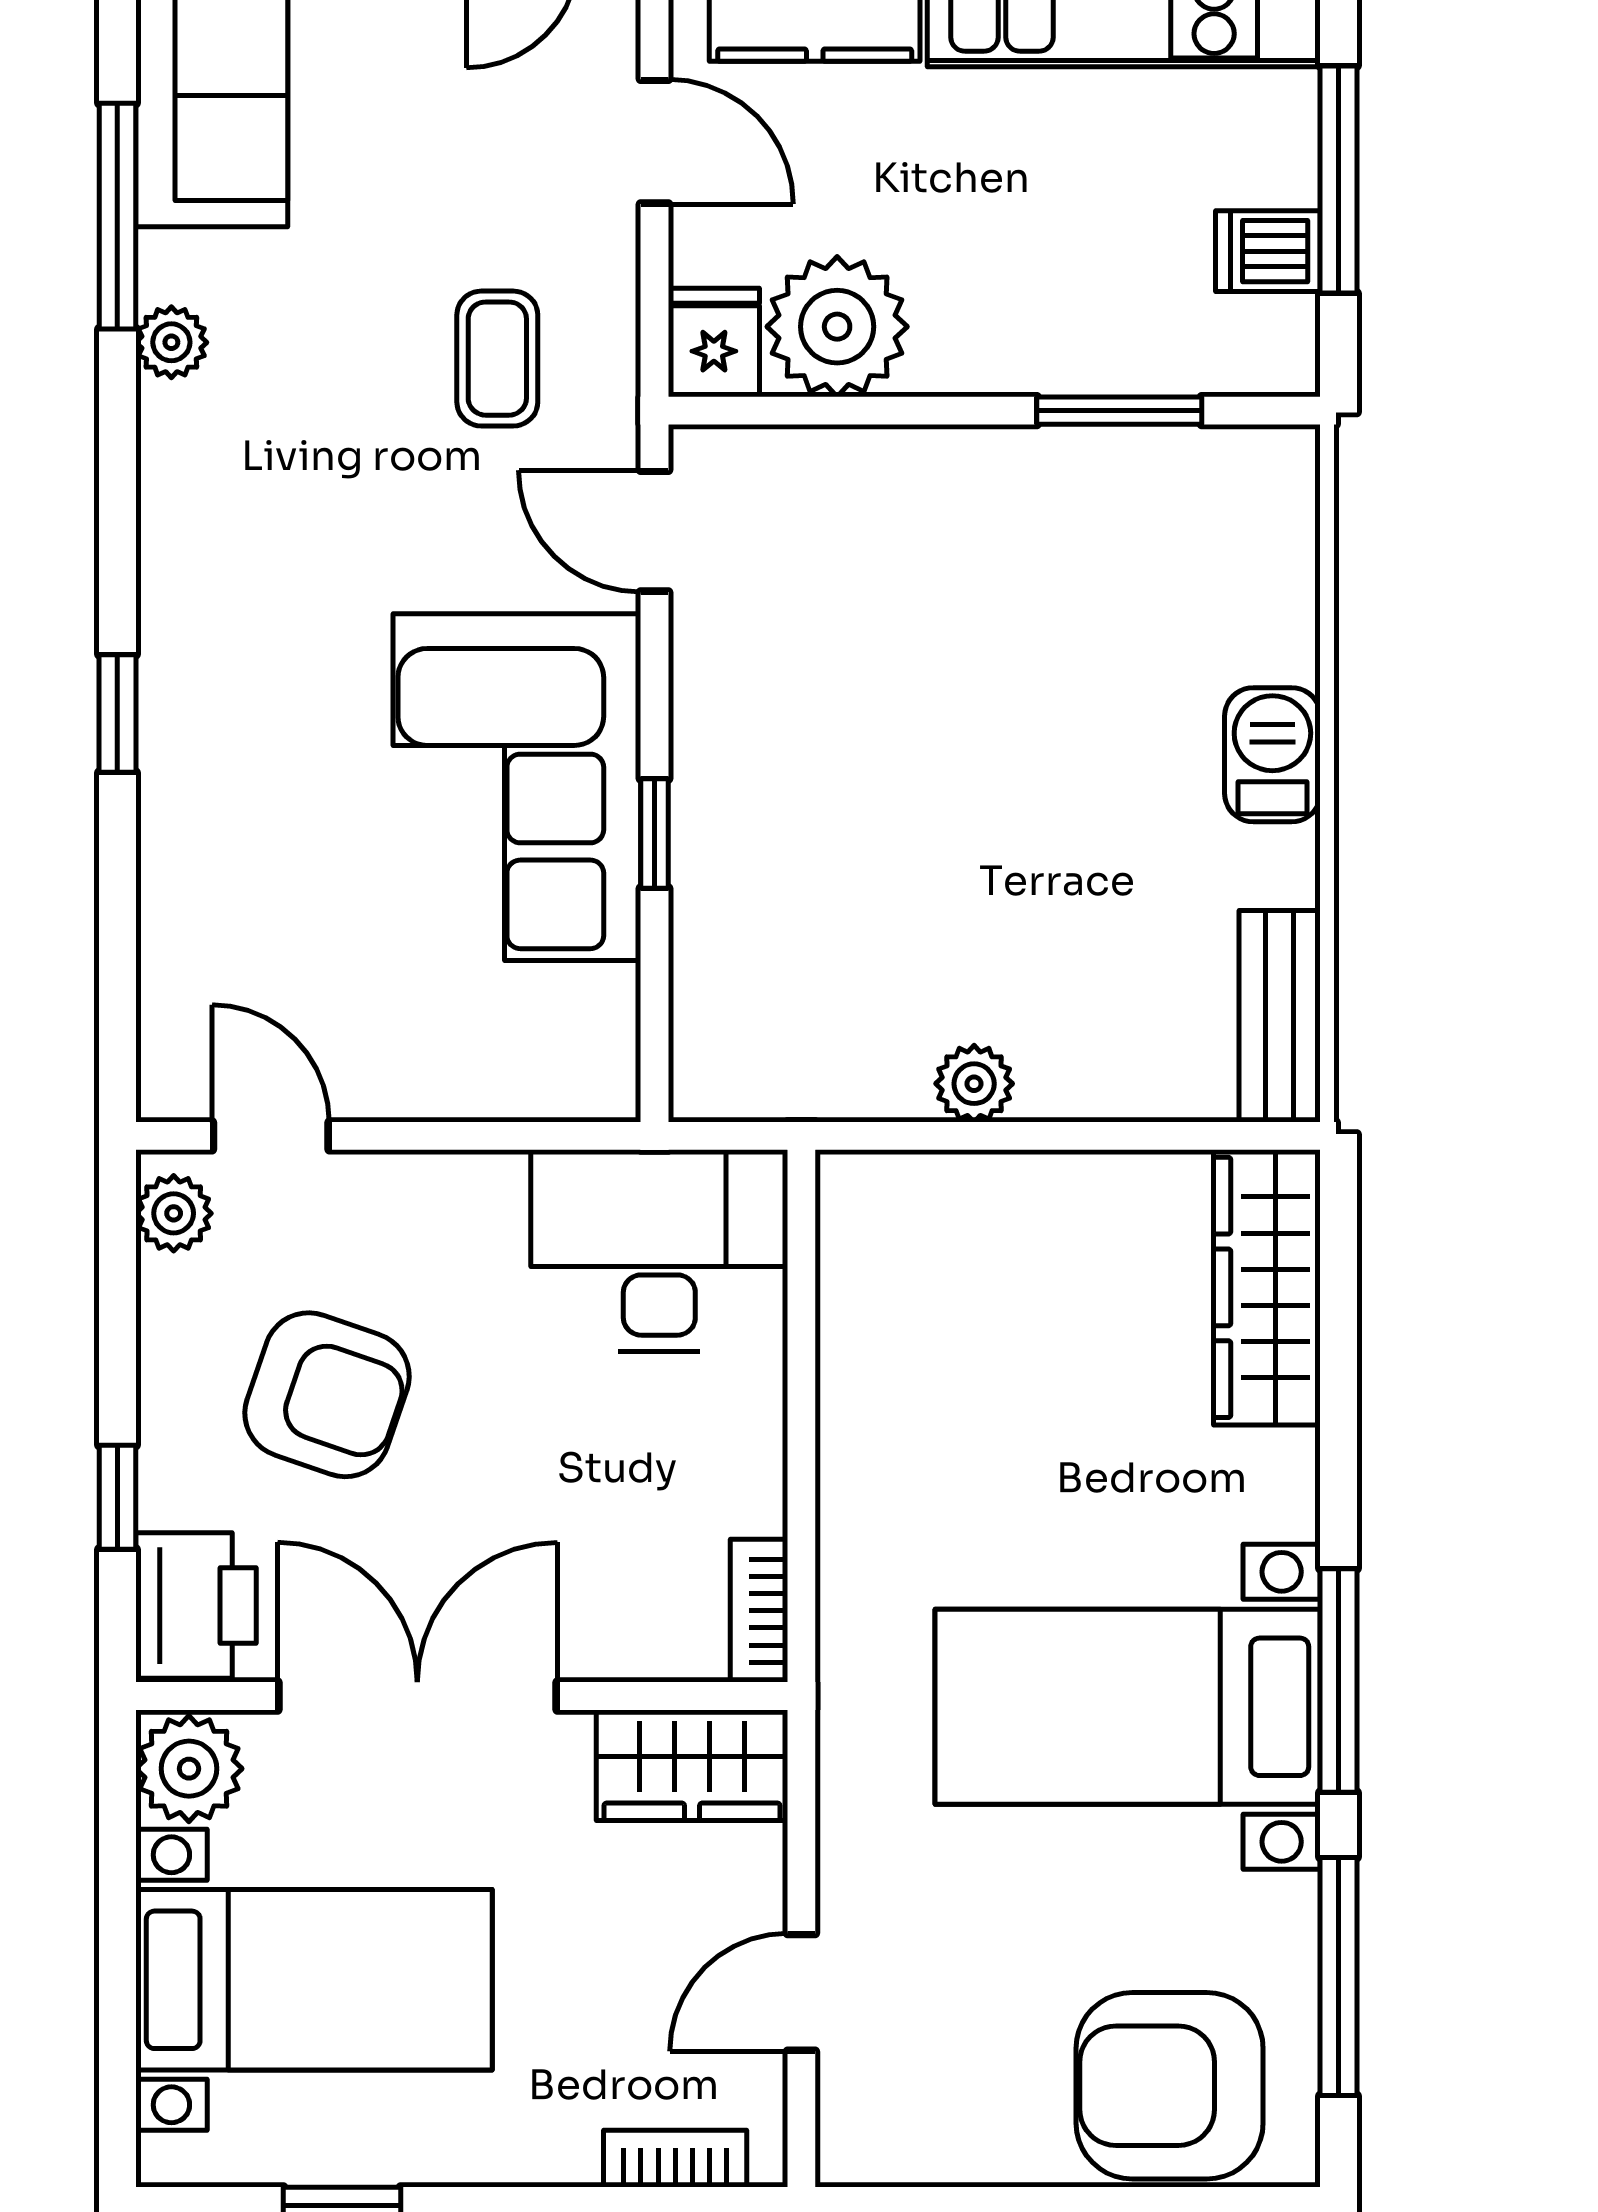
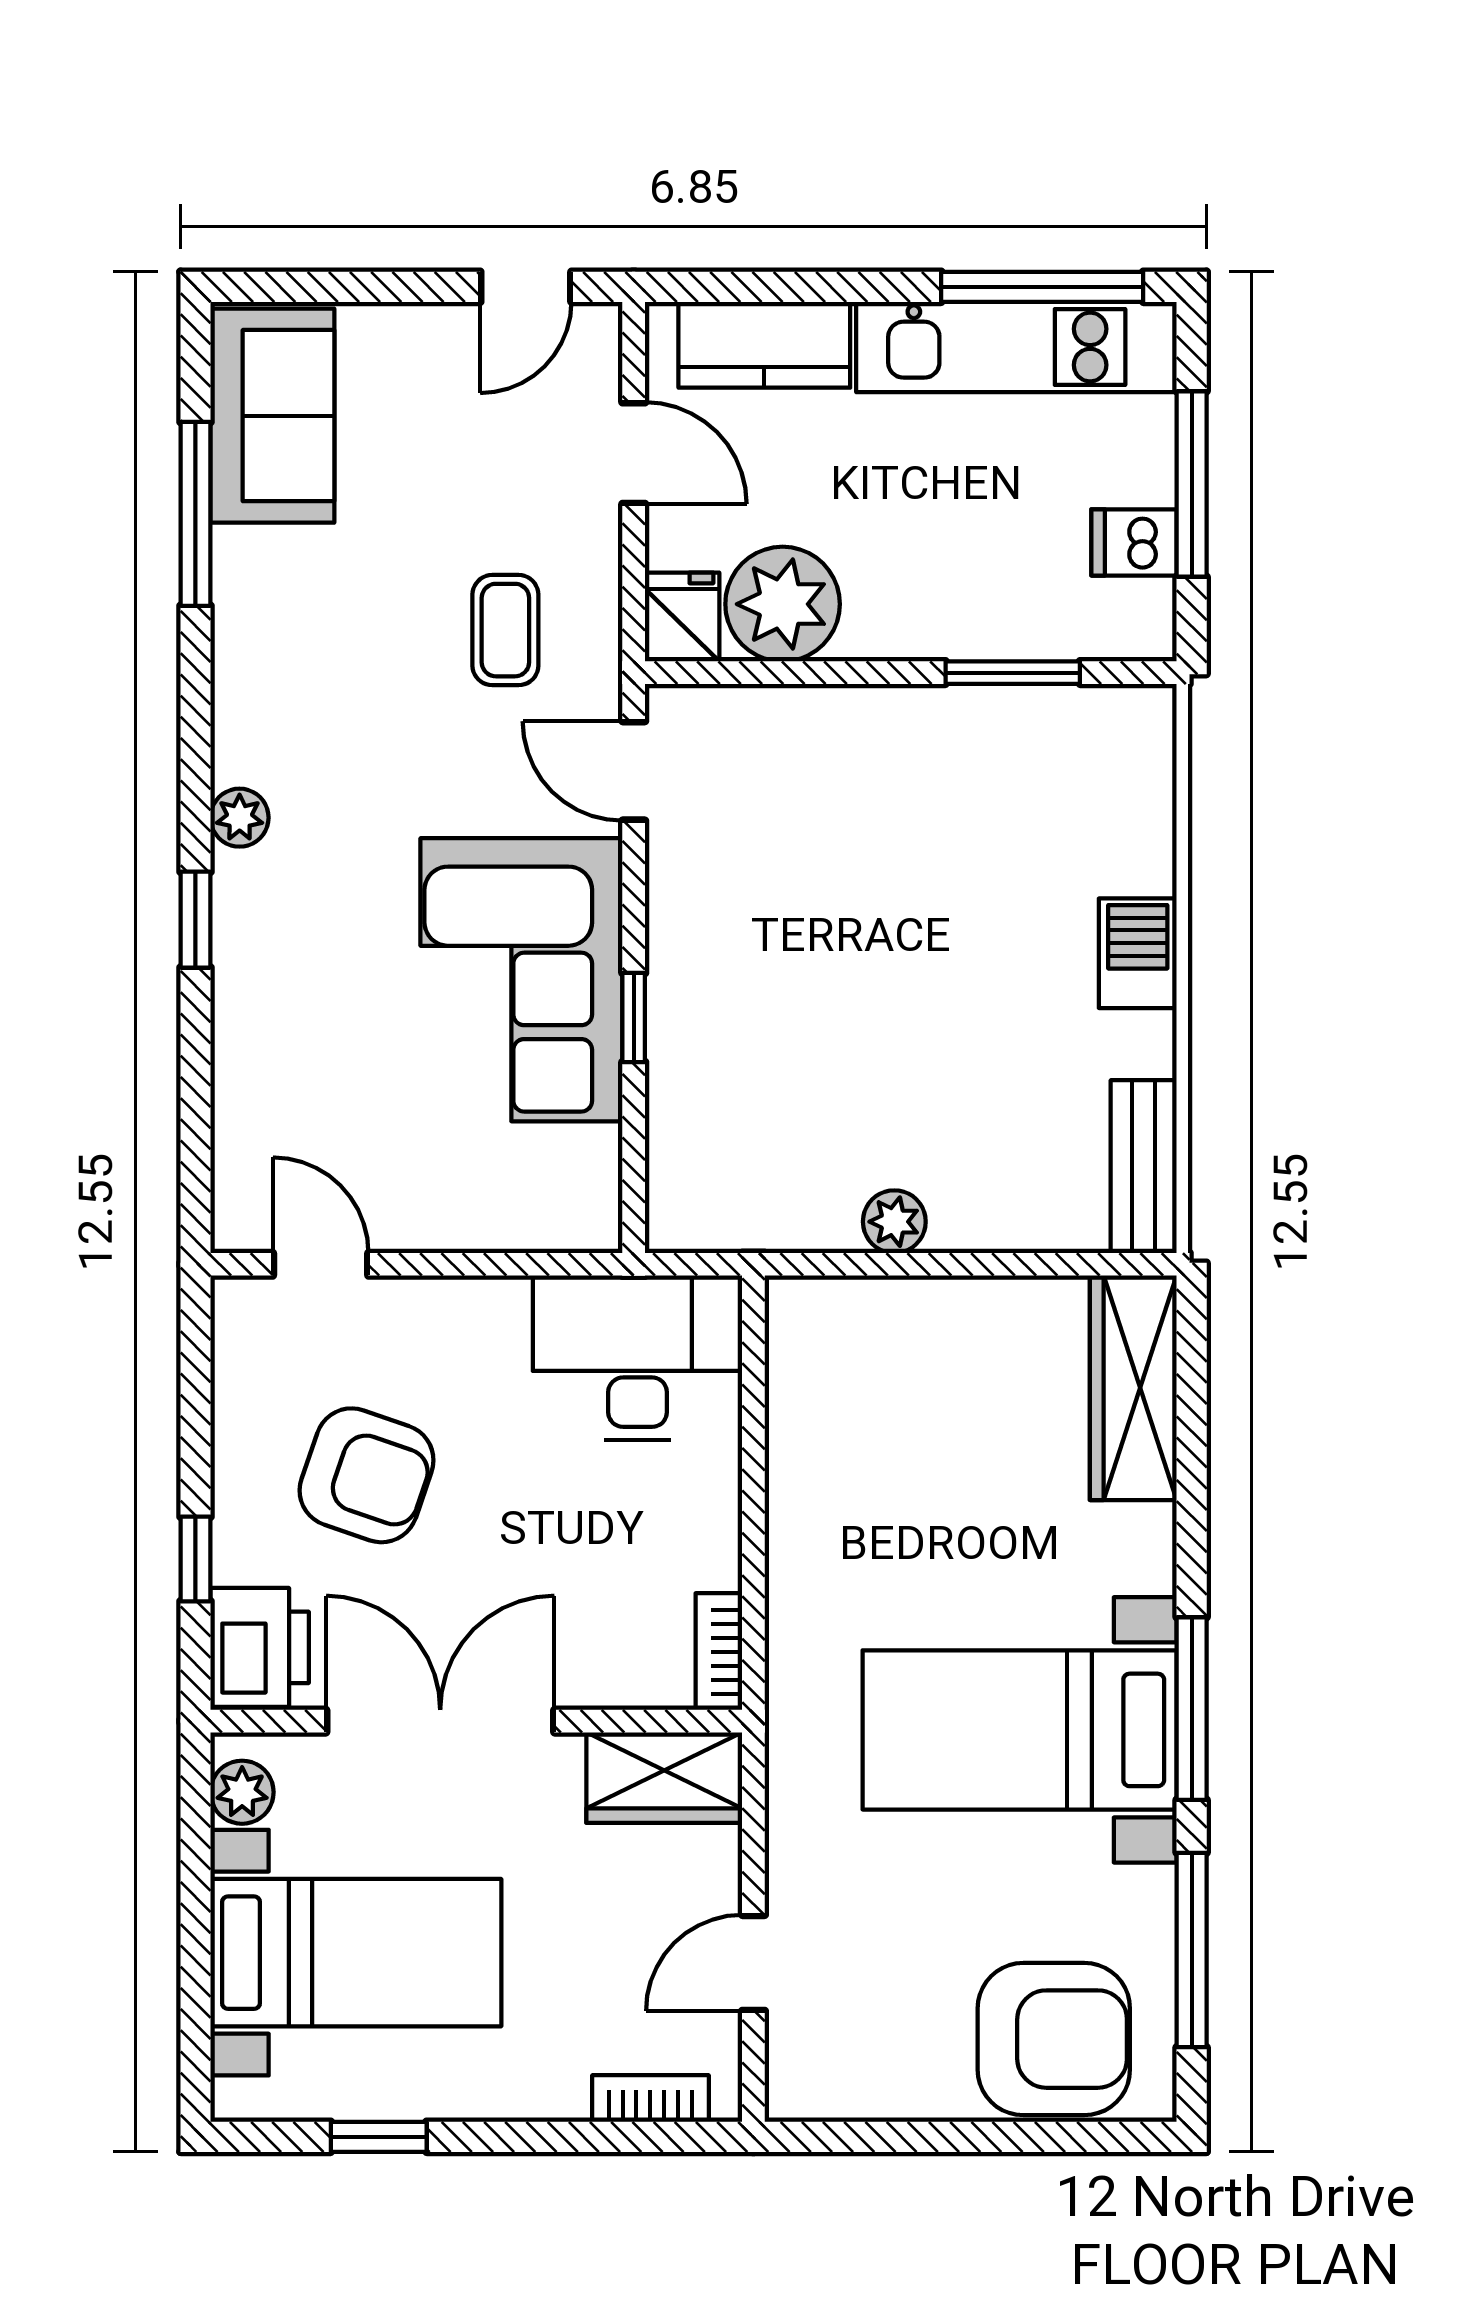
plant: (171, 342) -> (240, 818), moved
plant: (174, 1213) -> (241, 1327), removed
plant: (189, 1769) -> (242, 1792), width x0.73, depth x0.73
armchair: (1170, 2086) -> (1054, 2039), turned 180

